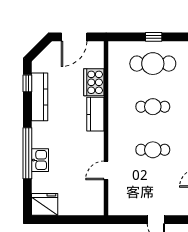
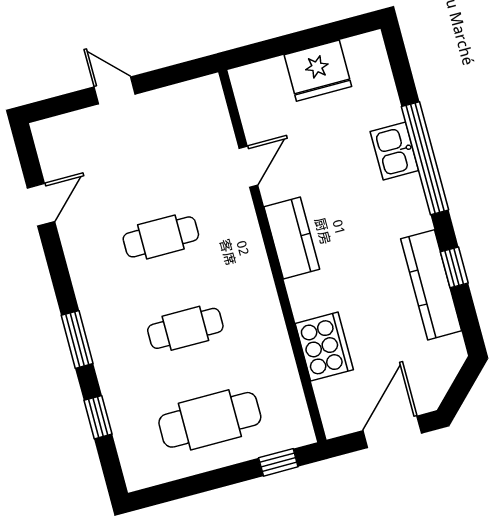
window: (154, 37) -> (278, 462), moved
window: (27, 83) -> (454, 267), moved
kitchen counter: (95, 114) -> (292, 238), moved
fridge: (45, 204) -> (318, 71), moved

